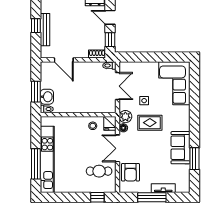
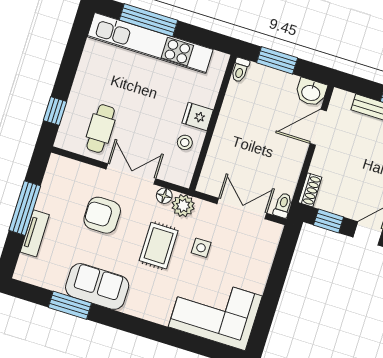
double door: (117, 86) -> (242, 208), swing flipped
washbasin: (47, 97) -> (311, 92), moved
fridge: (110, 123) -> (198, 117), moved
armchair: (130, 172) -> (102, 215), moved

